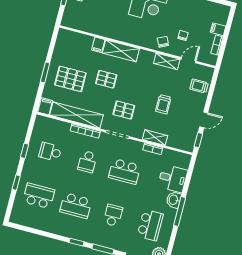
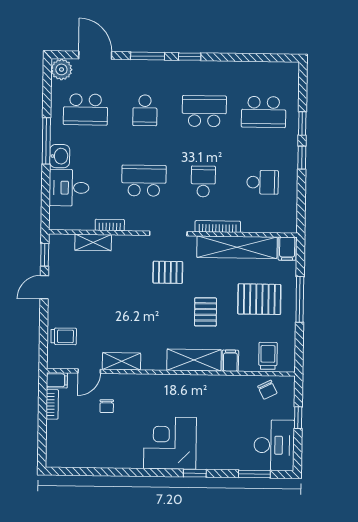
filing cabinet: (218, 29) -> (57, 380), moved
chair: (163, 42) -> (267, 390), moved
window: (45, 72) -> (300, 299), width x1.44
pallet: (106, 79) -> (206, 312), turned 90
trolley: (163, 104) -> (268, 356), moved
shelving: (155, 138) -> (93, 242), moved
window: (25, 151) -> (302, 158), moved
school desk: (150, 225) -> (86, 109), turned -90

